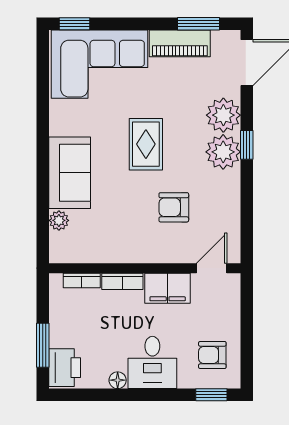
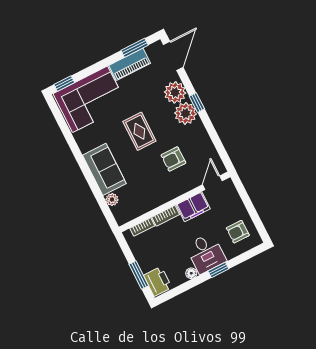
window: (211, 395) -> (218, 270), moved

